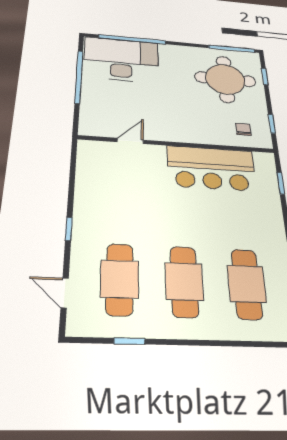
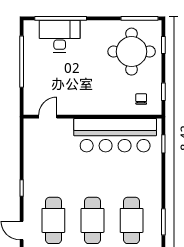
desk: (121, 60) -> (60, 36), width x0.73, depth x0.77
door: (130, 141) -> (48, 117), moved
bar counter: (211, 168) -> (115, 135), width x1.36

